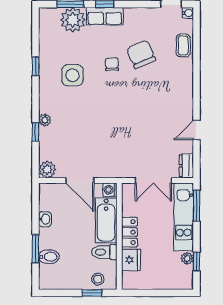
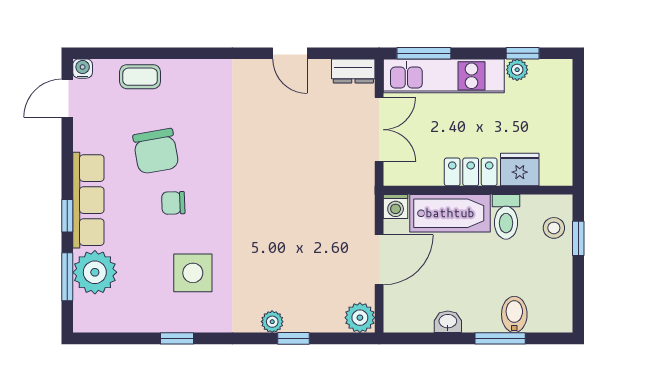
row of seats: (105, 16) -> (88, 200), width x1.48
chair: (141, 54) -> (156, 151), turned -77

